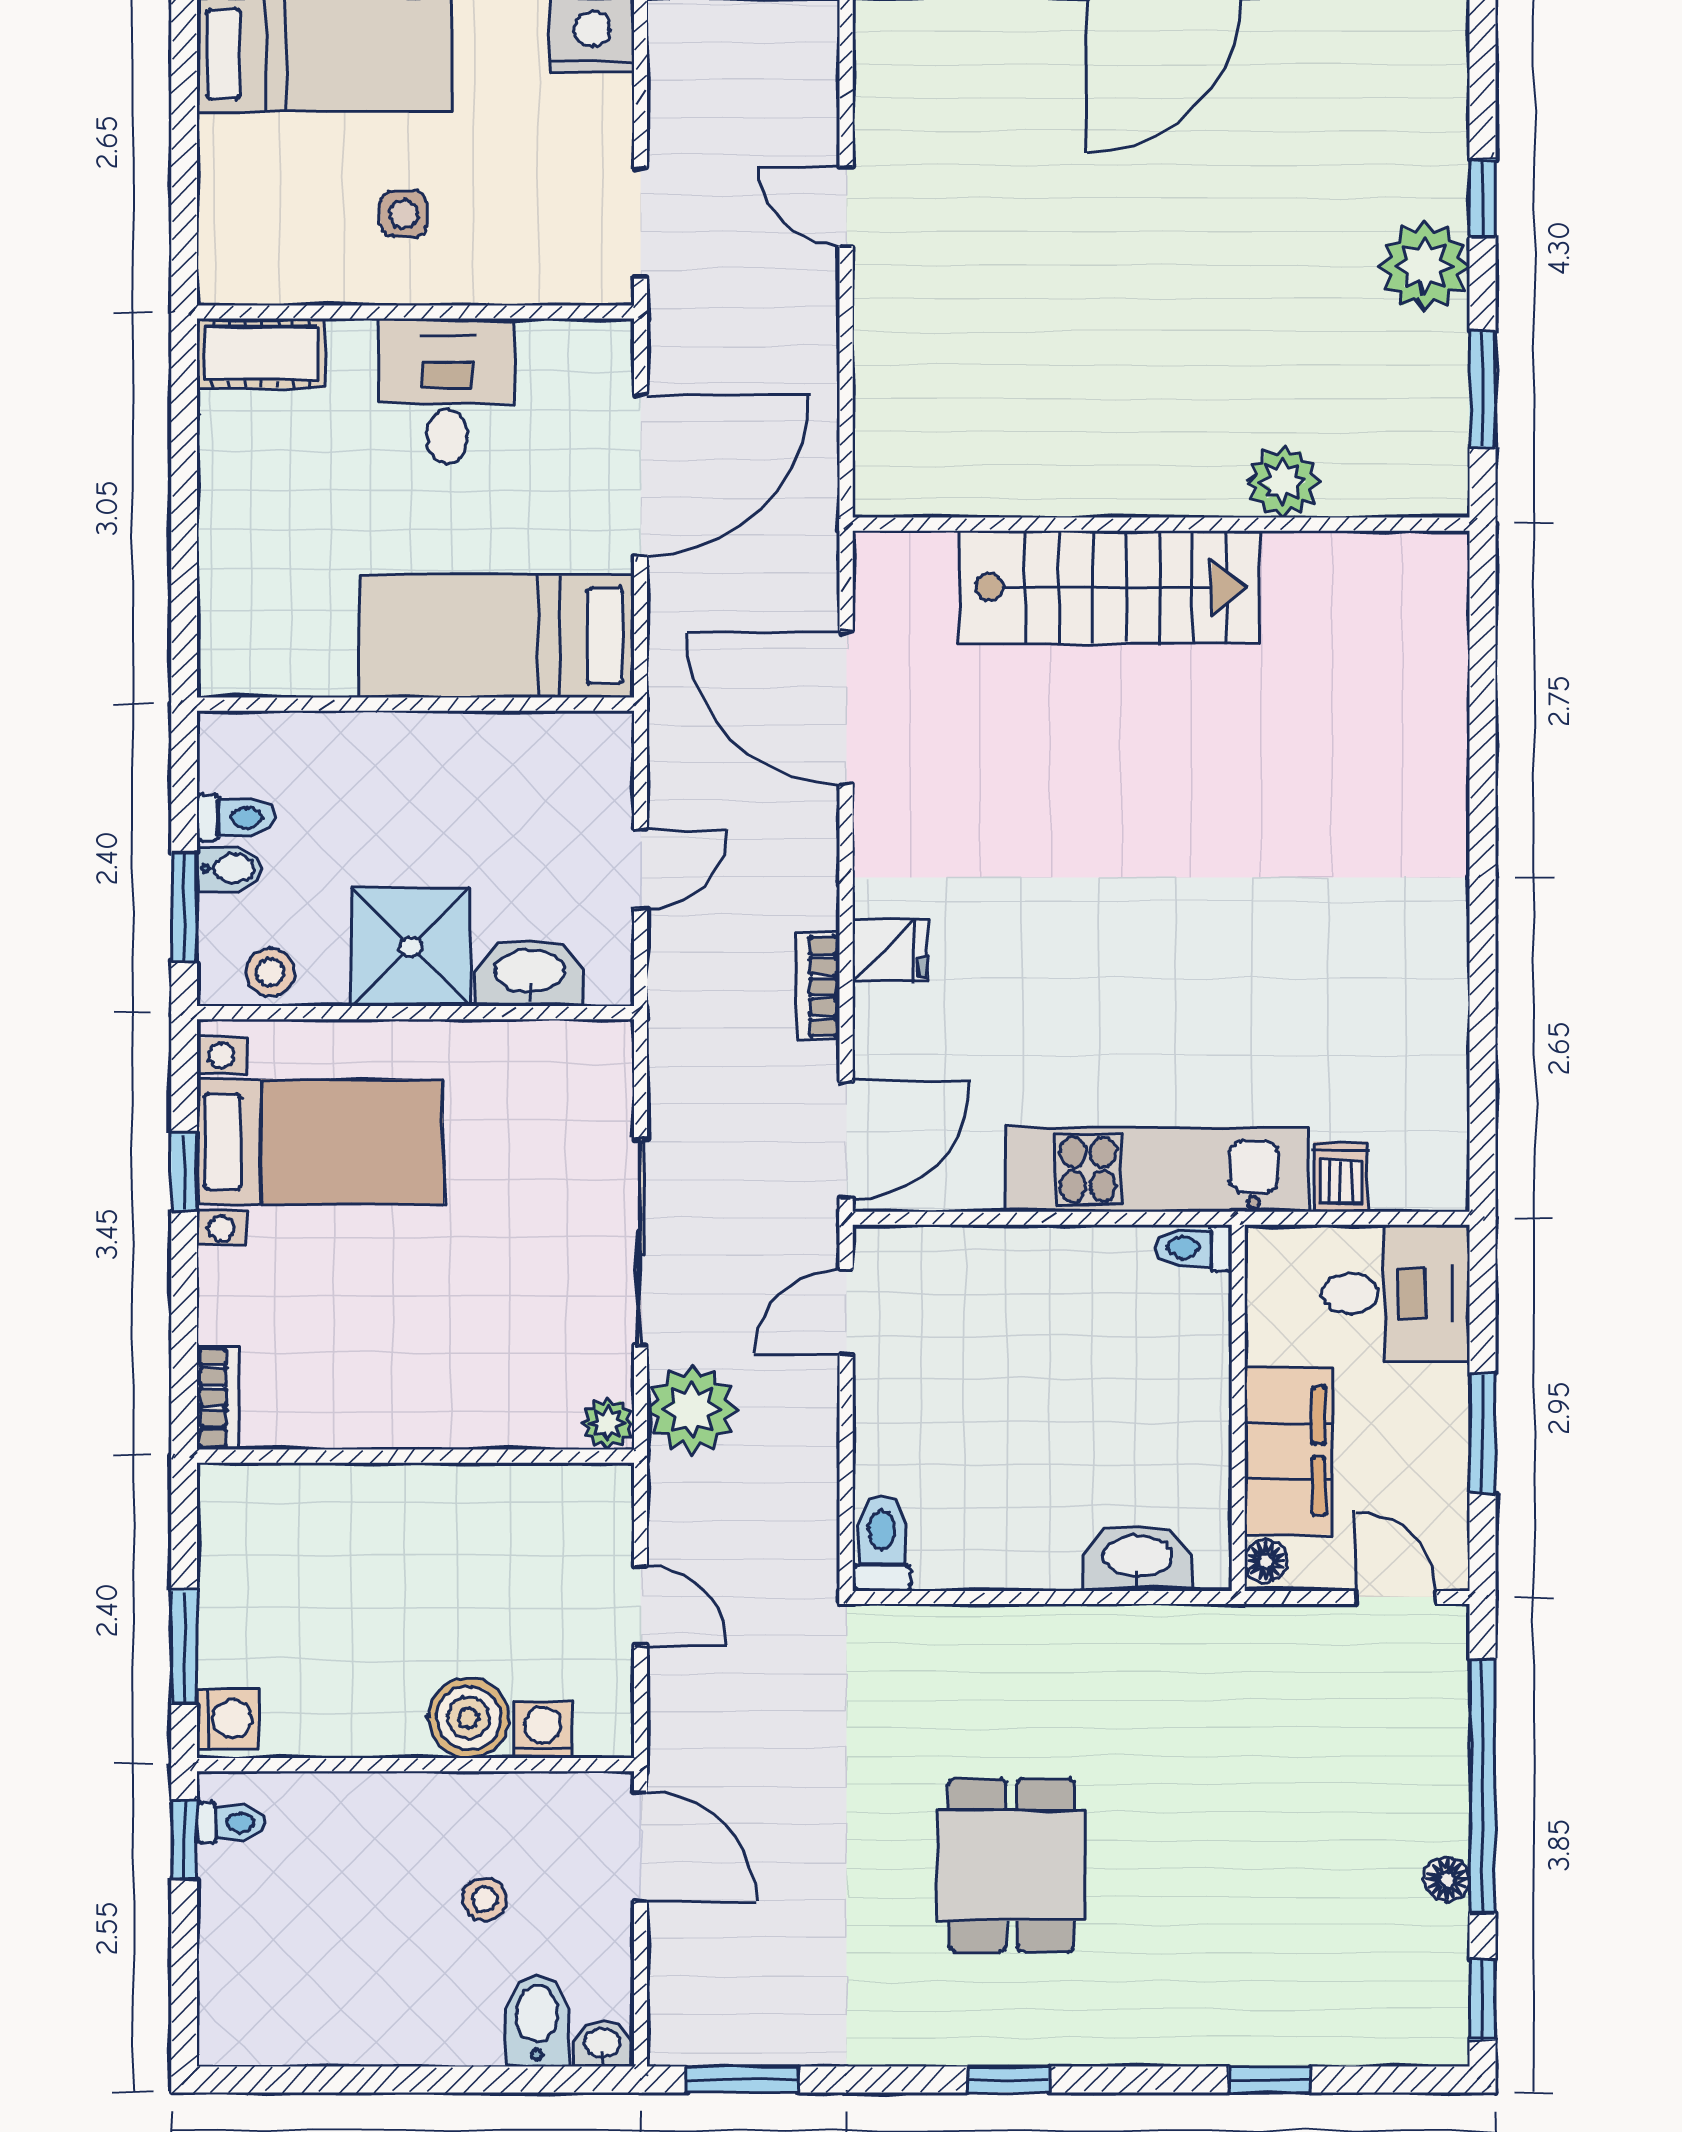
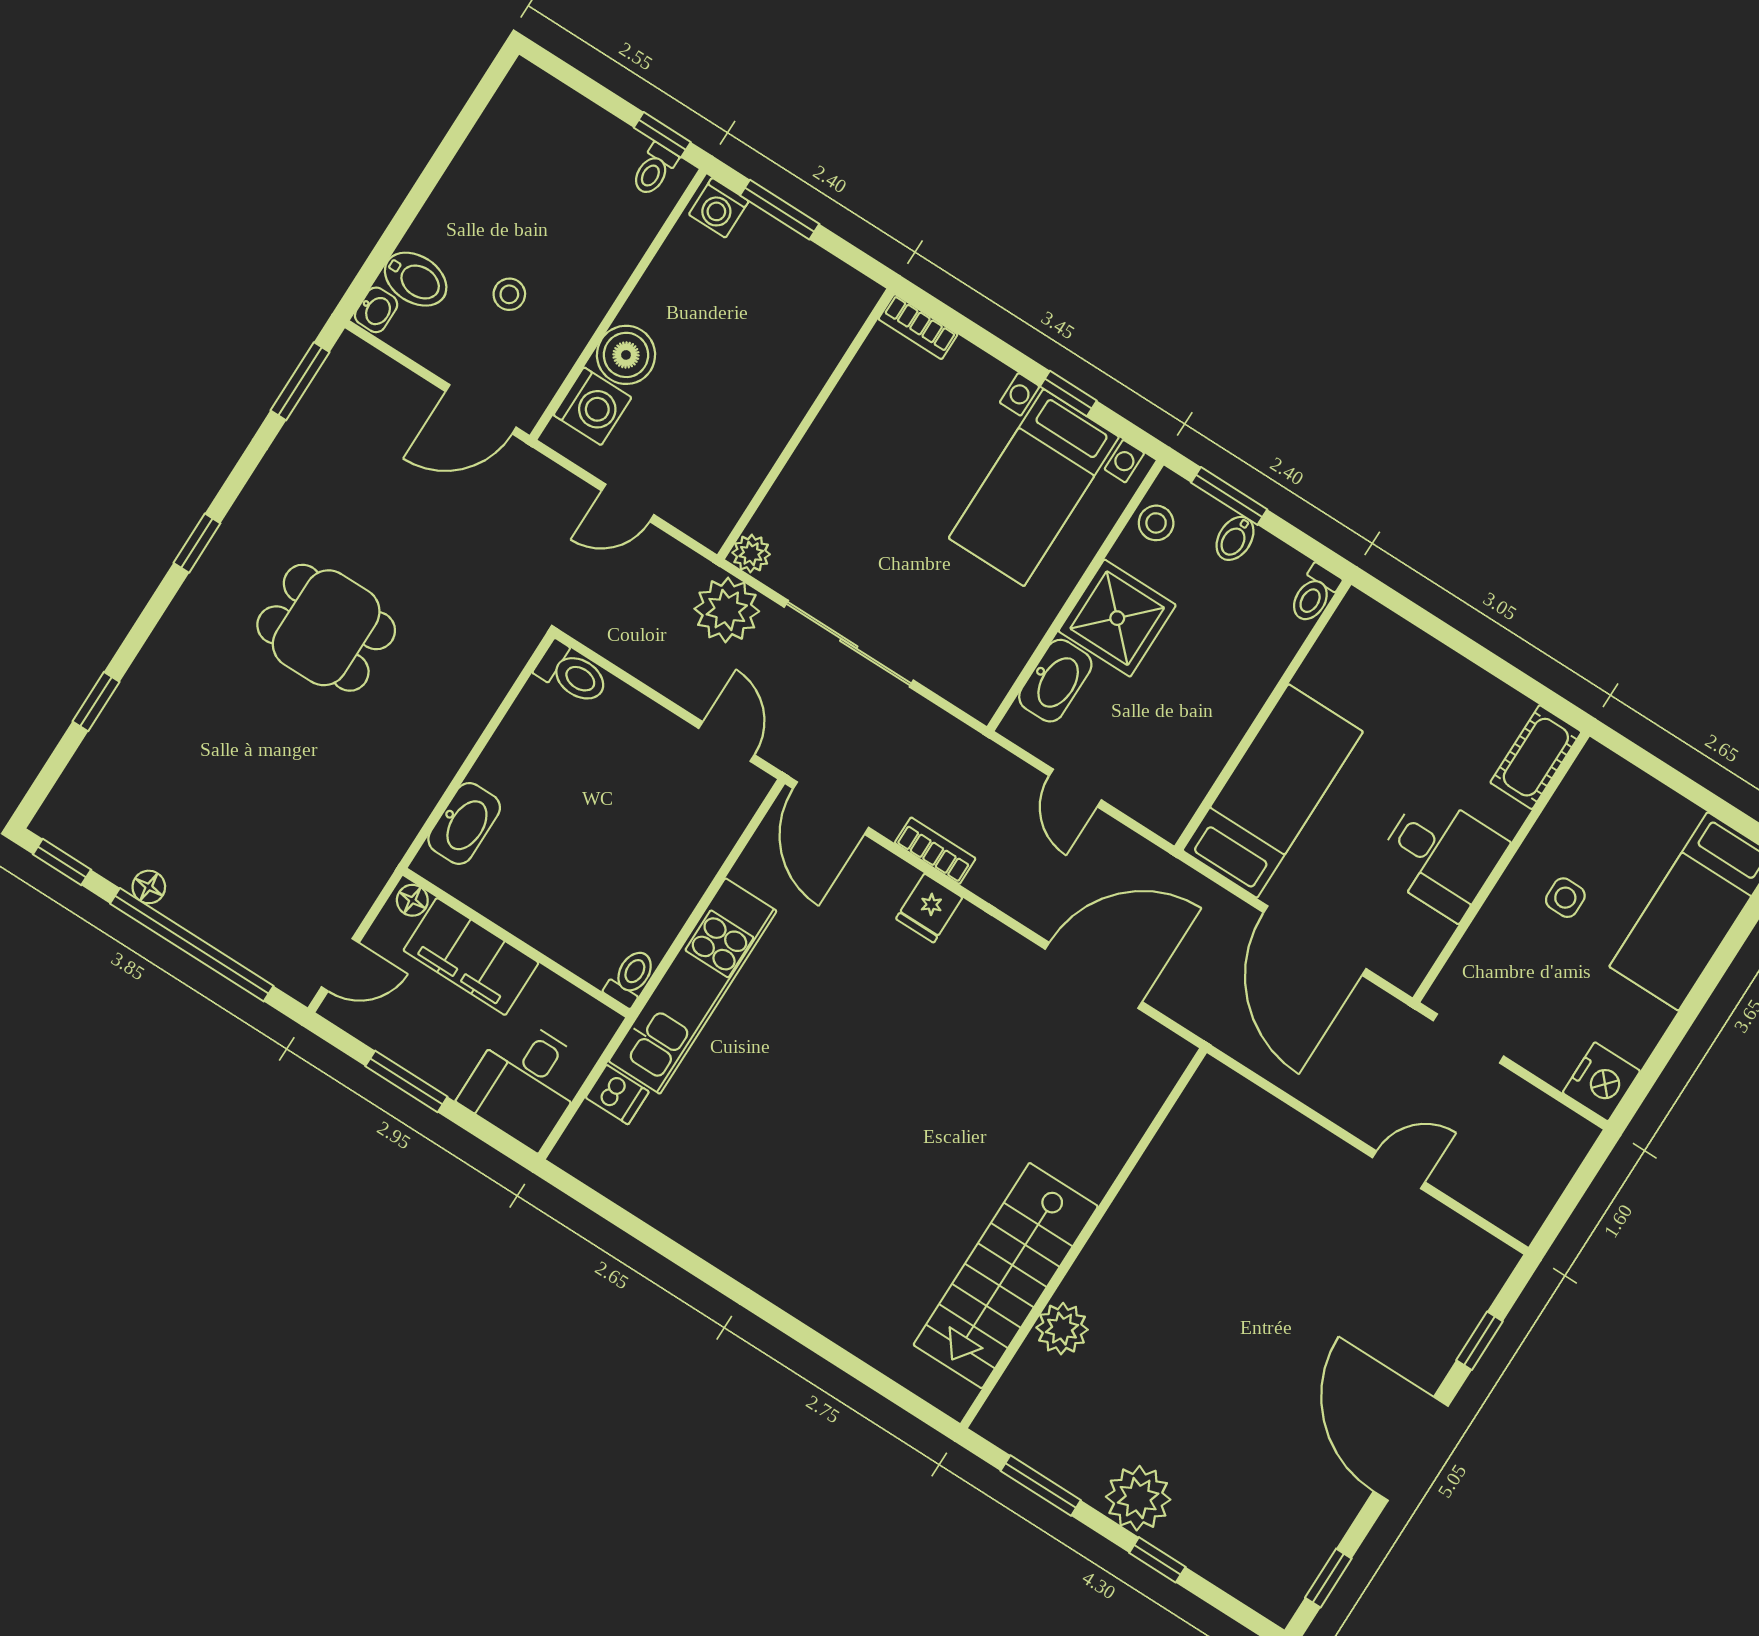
stairs: (1110, 587) -> (1006, 1276), moved
toilet: (235, 818) -> (1314, 594), moved
washing machine: (543, 1730) -> (592, 406), width x1.38, depth x1.38

